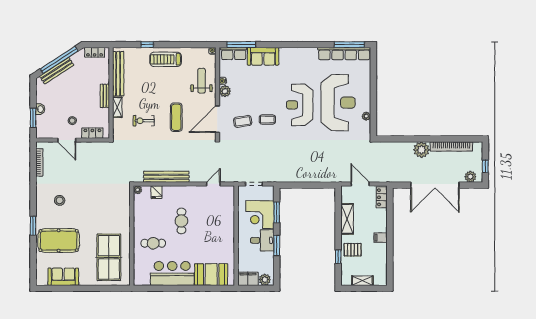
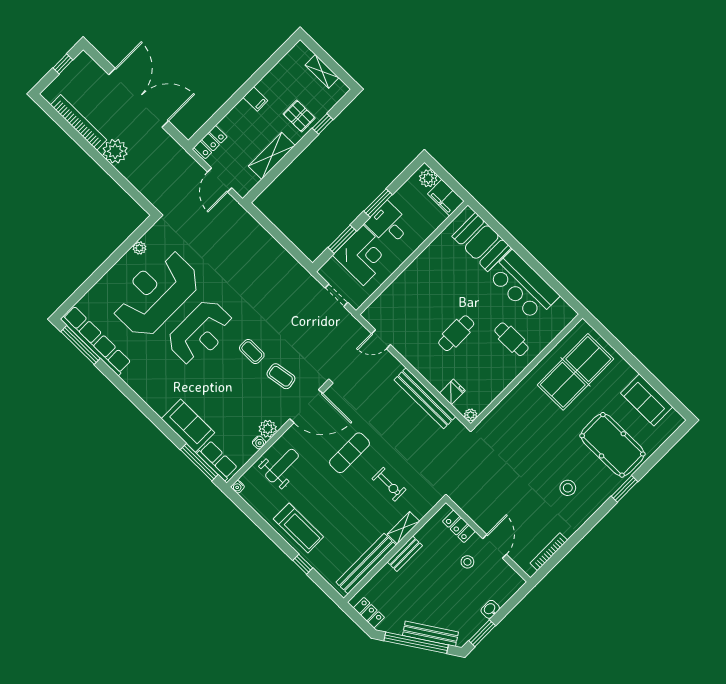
weight bench: (202, 81) -> (282, 466), turned 180
window: (33, 118) -> (482, 633), moved
plant: (470, 177) -> (91, 69), removed

